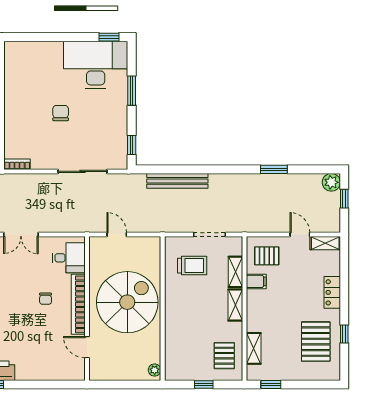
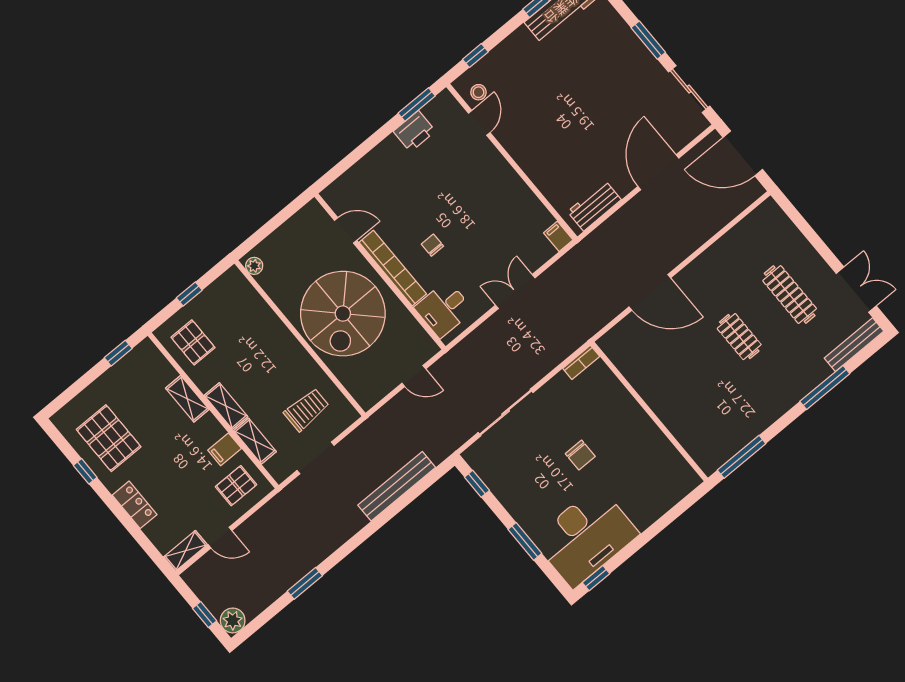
trolley: (192, 266) -> (306, 410), turned 180
shelving: (254, 348) -> (187, 399), moved

